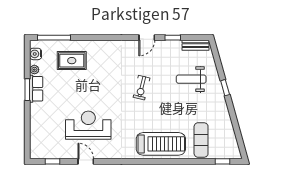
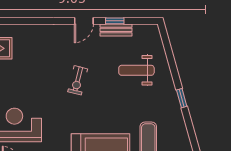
bench: (196, 45) -> (116, 30), moved
window: (225, 88) -> (182, 98), moved

